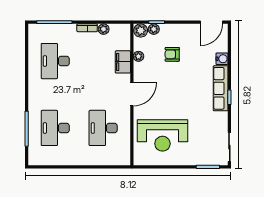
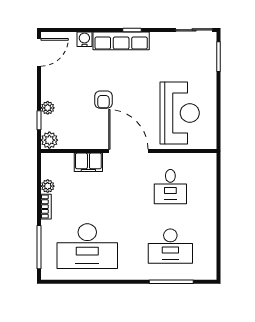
door: (211, 22) -> (39, 52), hinge flipped
plant: (154, 29) -> (48, 108), moved
armchair: (172, 54) -> (103, 100), moved
plant: (138, 56) -> (81, 143), removed
desk: (55, 61) -> (87, 246), width x1.36, depth x1.30
door: (132, 94) -> (128, 151), width x1.36
desk: (103, 128) -> (170, 187), width x0.73

